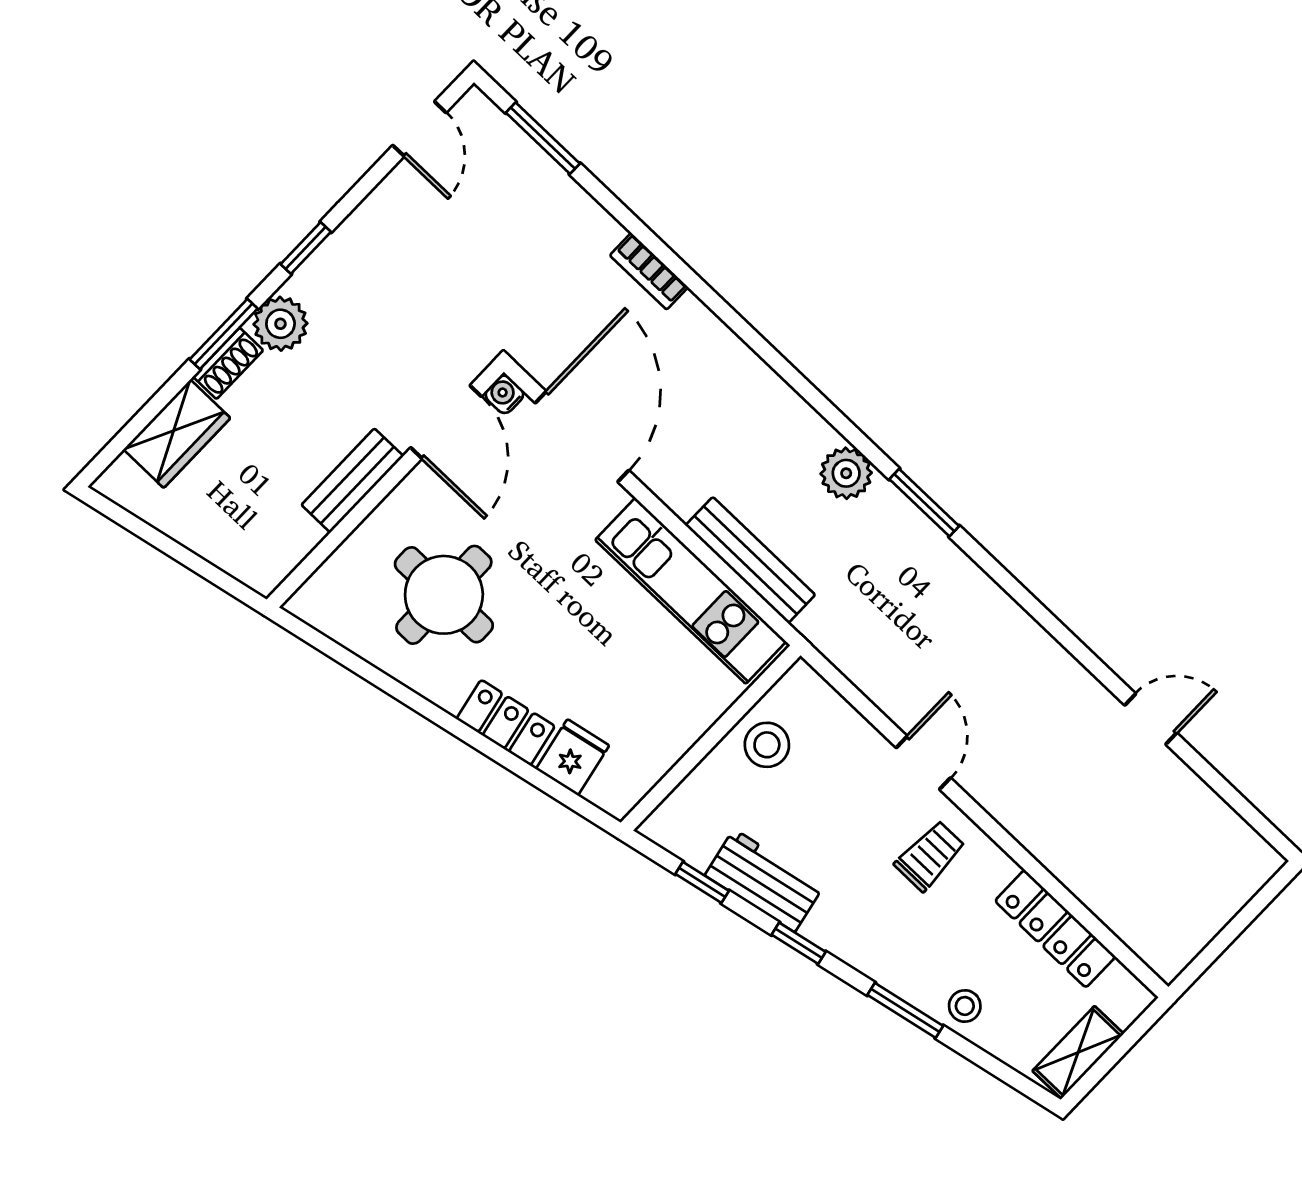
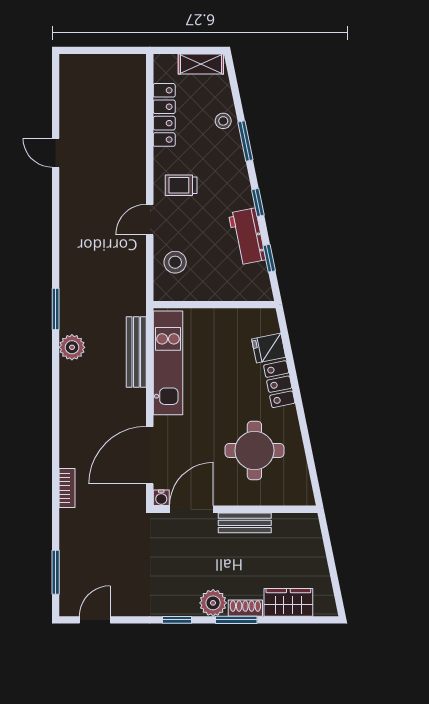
stool: (767, 745) -> (175, 262), moved

